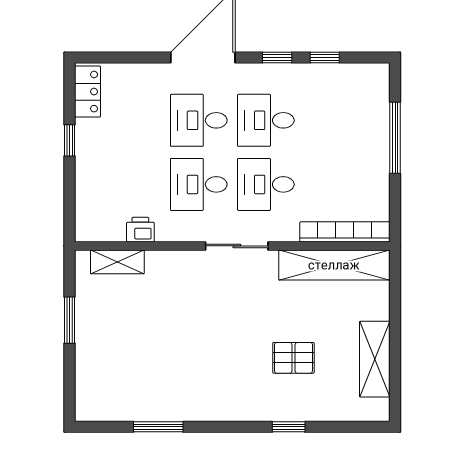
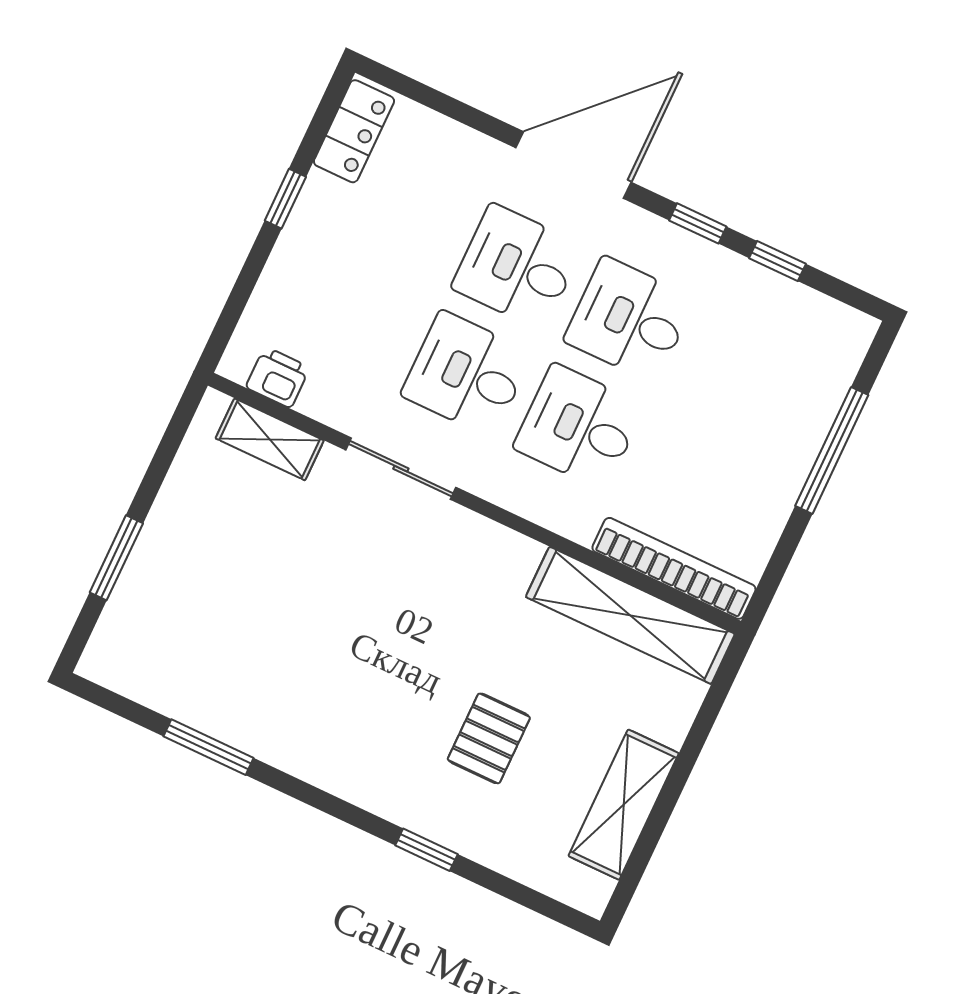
printer: (140, 230) -> (278, 377), moved
sliding door: (237, 246) -> (401, 469), moved
window: (69, 320) -> (116, 558), moved
pallet: (293, 358) -> (489, 738), turned 90

